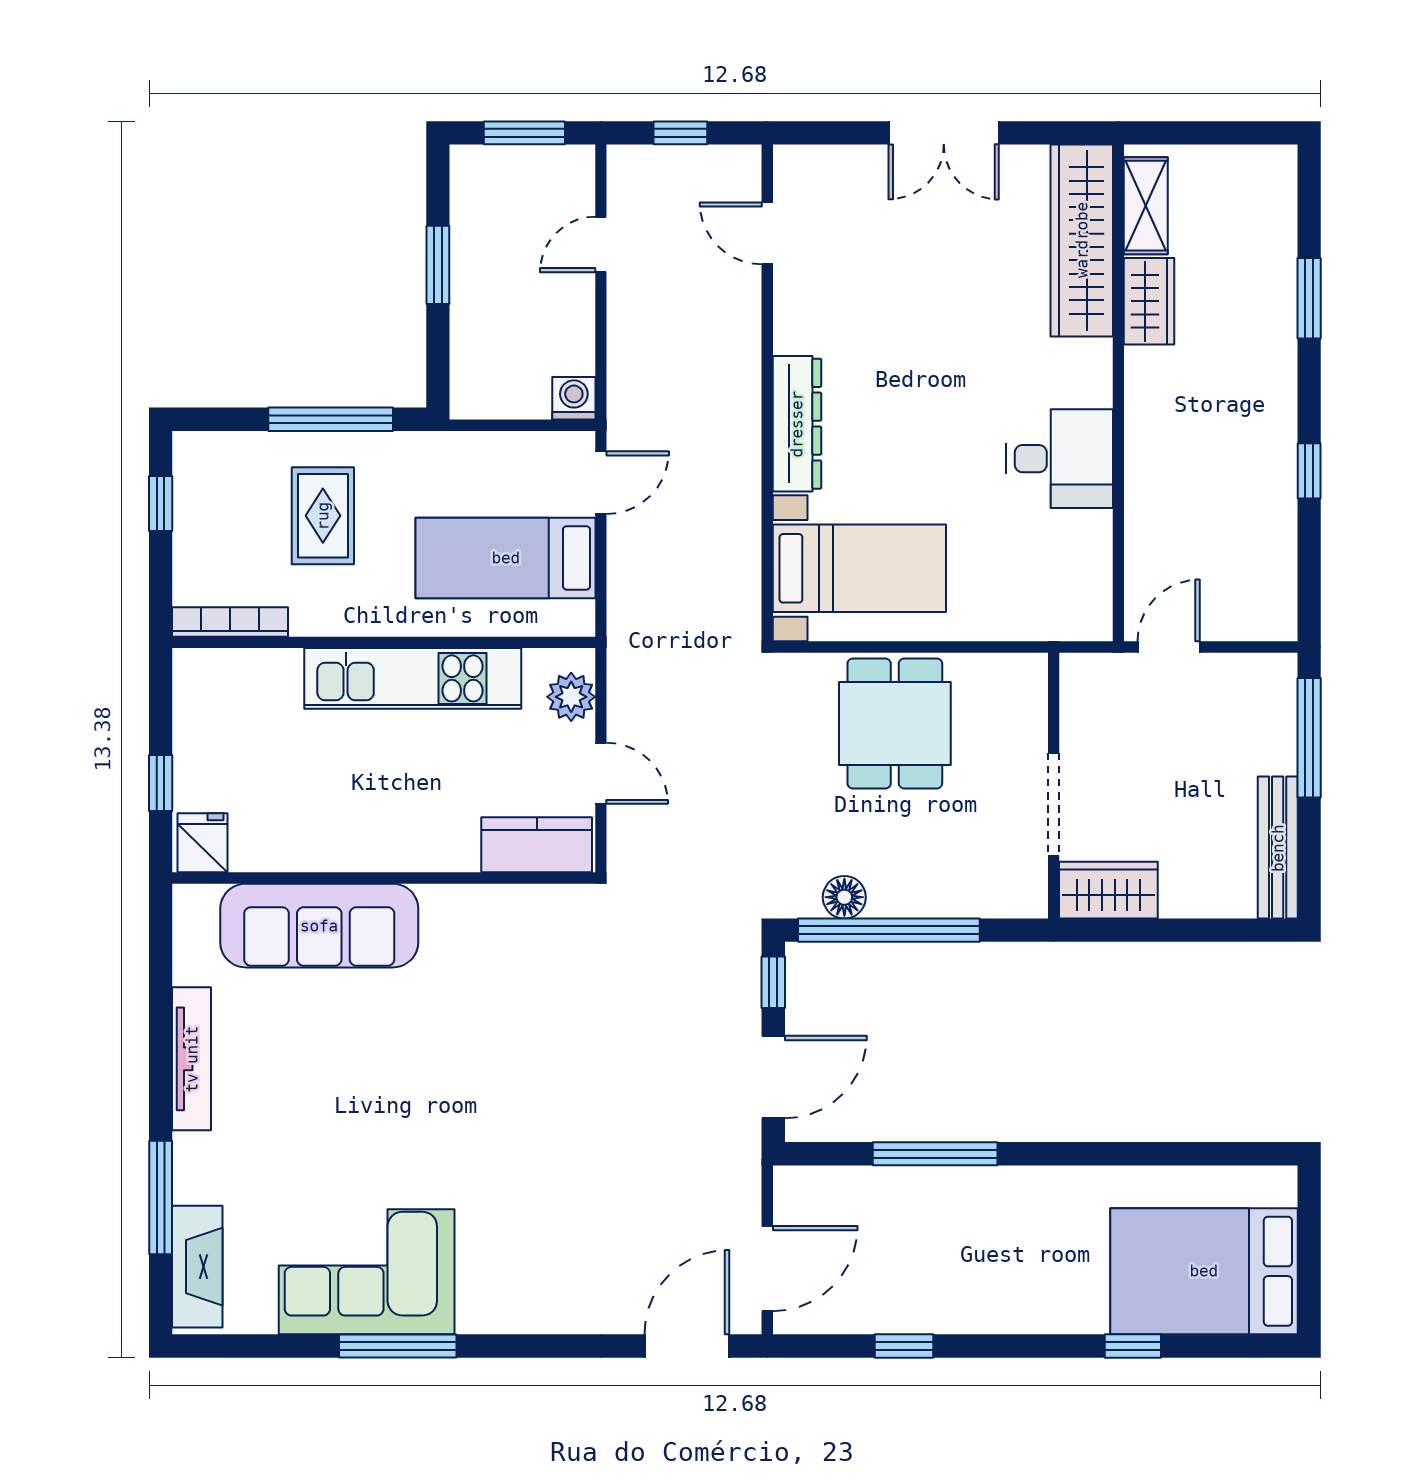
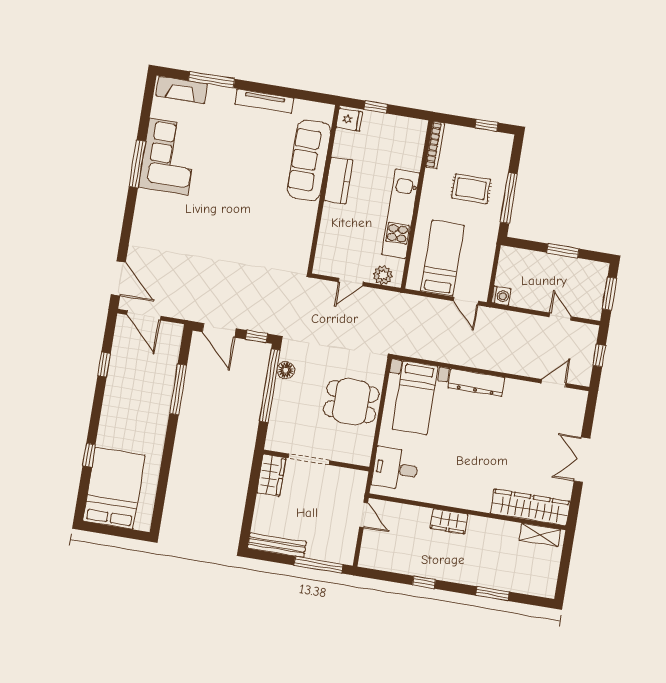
wardrobe: (1149, 301) -> (449, 521), moved
desk: (1060, 459) -> (395, 469), moved, turned 90
kitchen counter: (537, 845) -> (338, 181), moved

